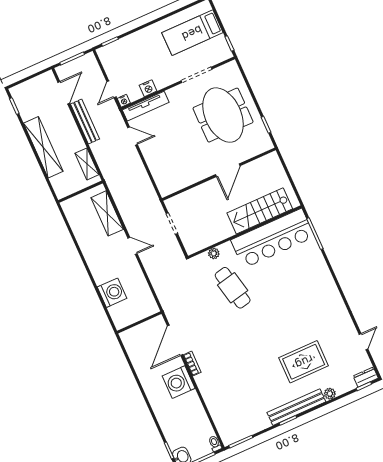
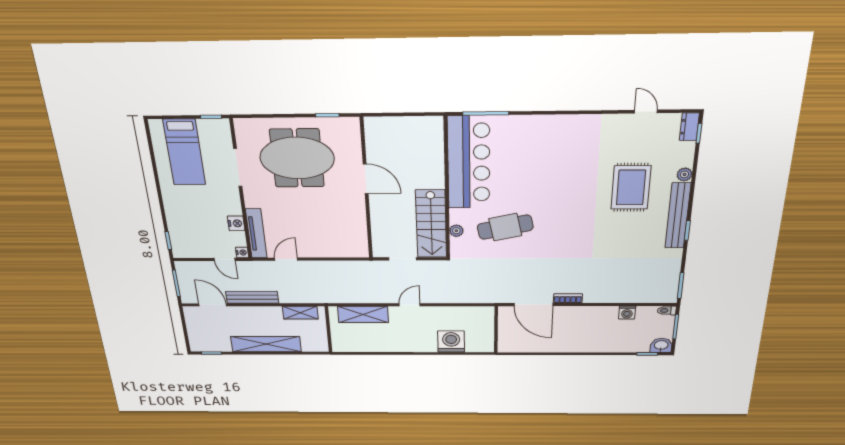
stairs: (260, 211) -> (431, 224), moved
washing machine: (179, 382) -> (627, 313), moved, width x0.53, depth x0.53

